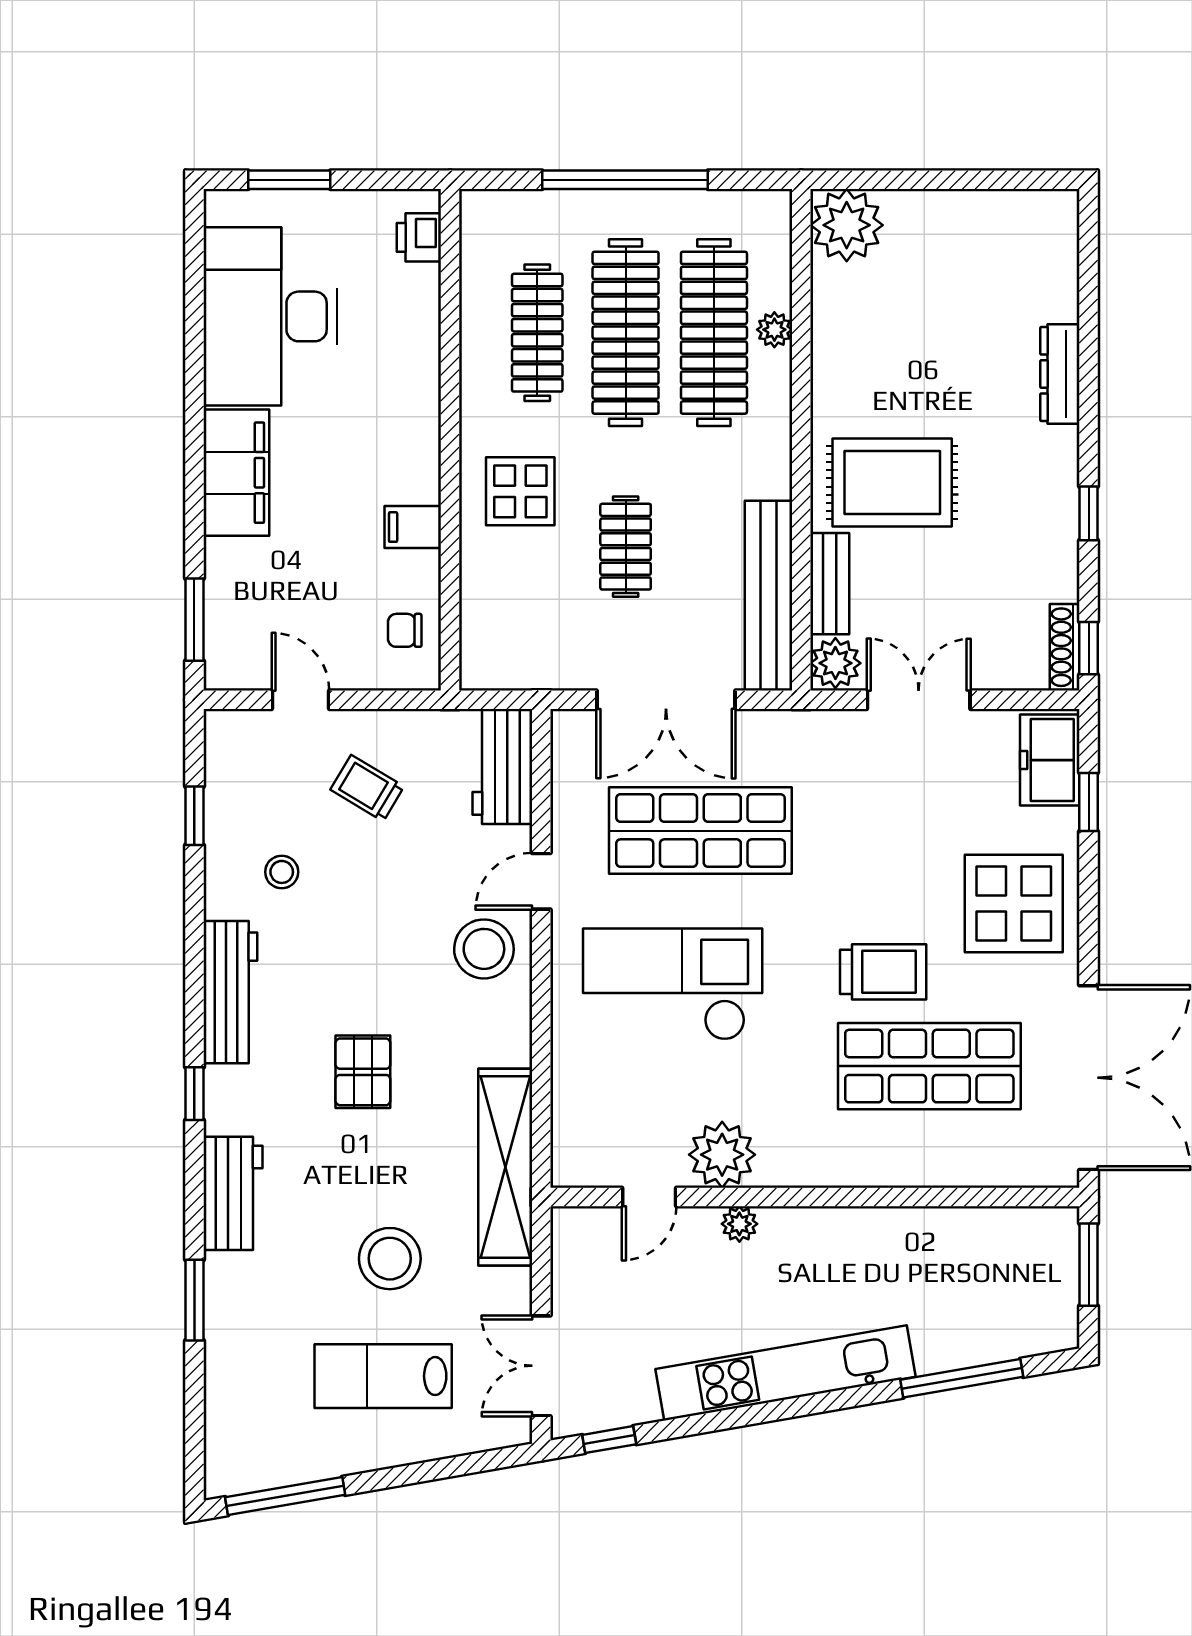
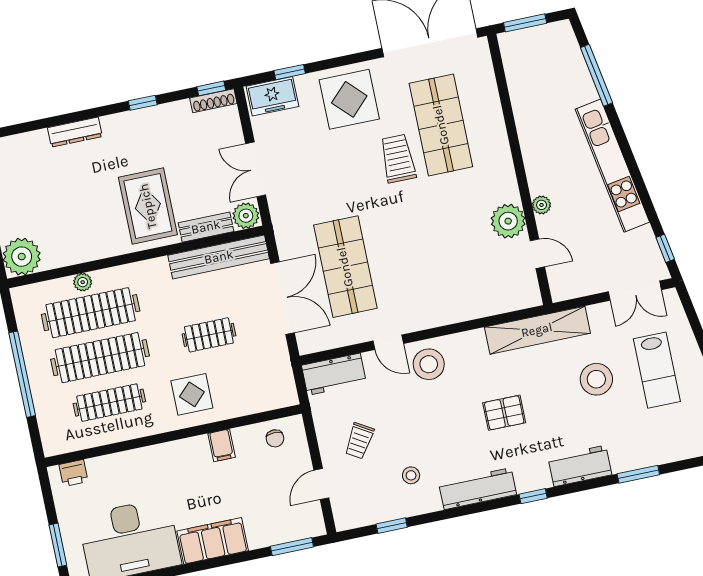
checkout: (673, 984) -> (427, 264), removed

